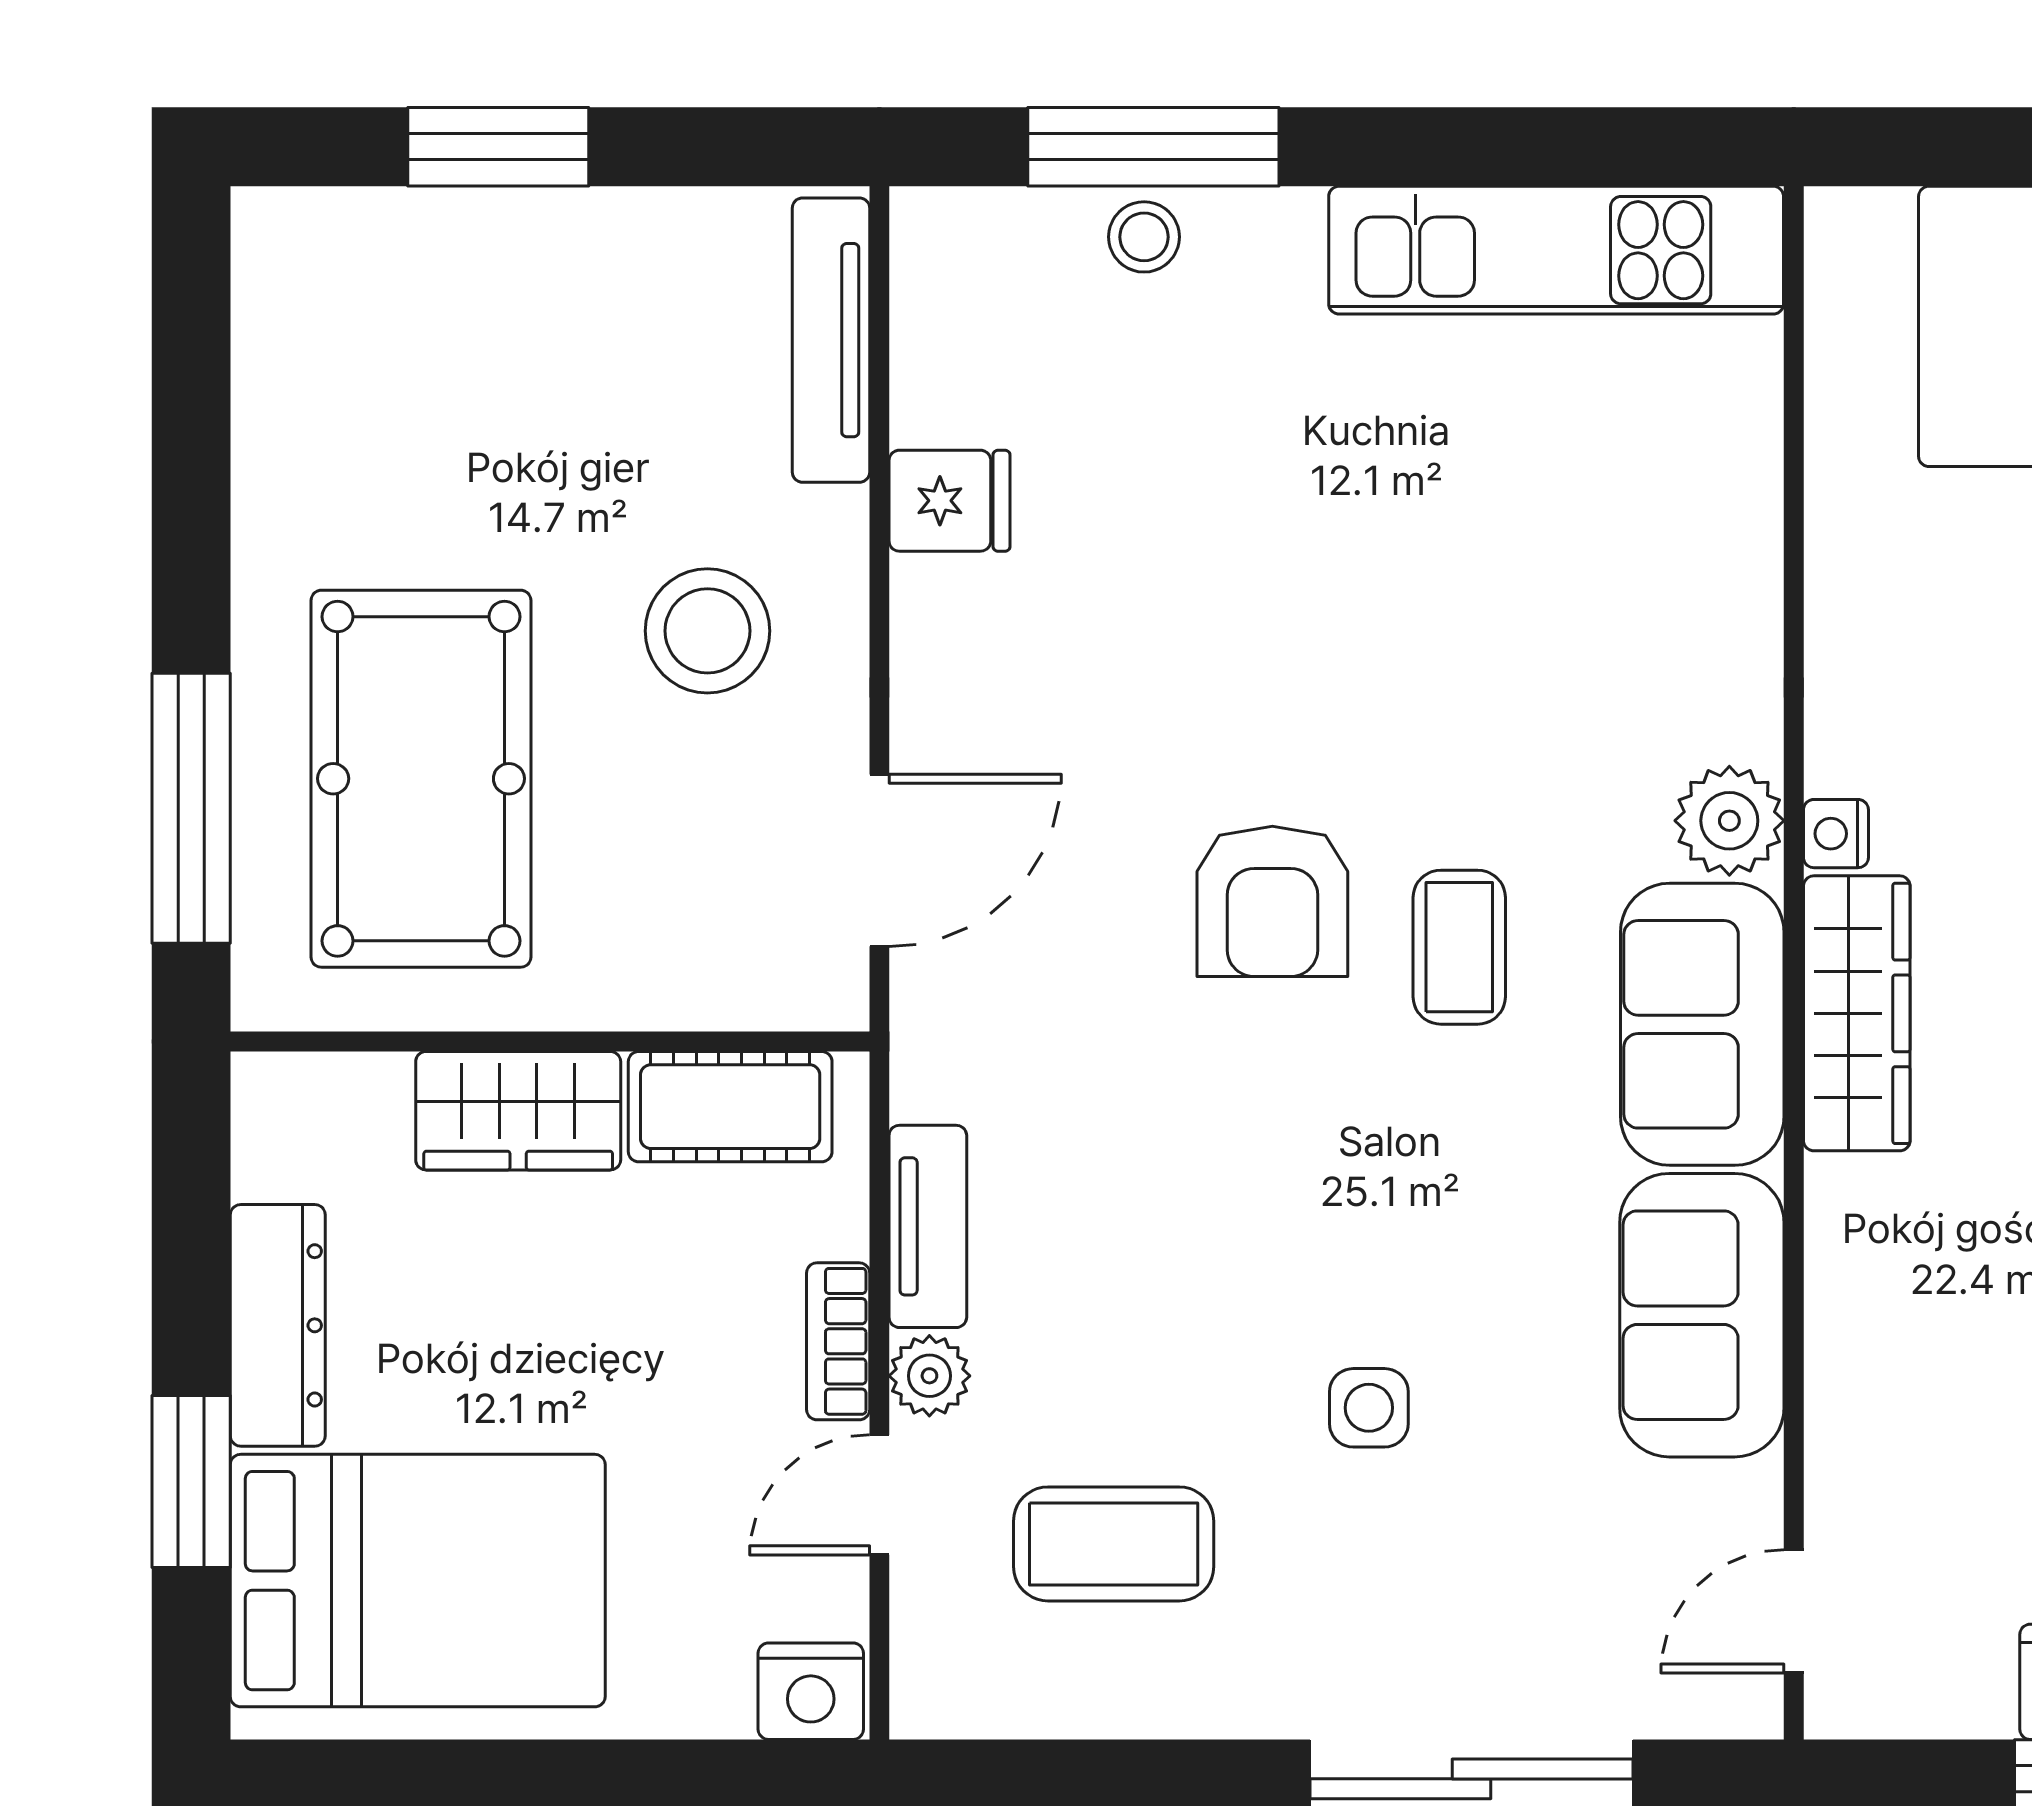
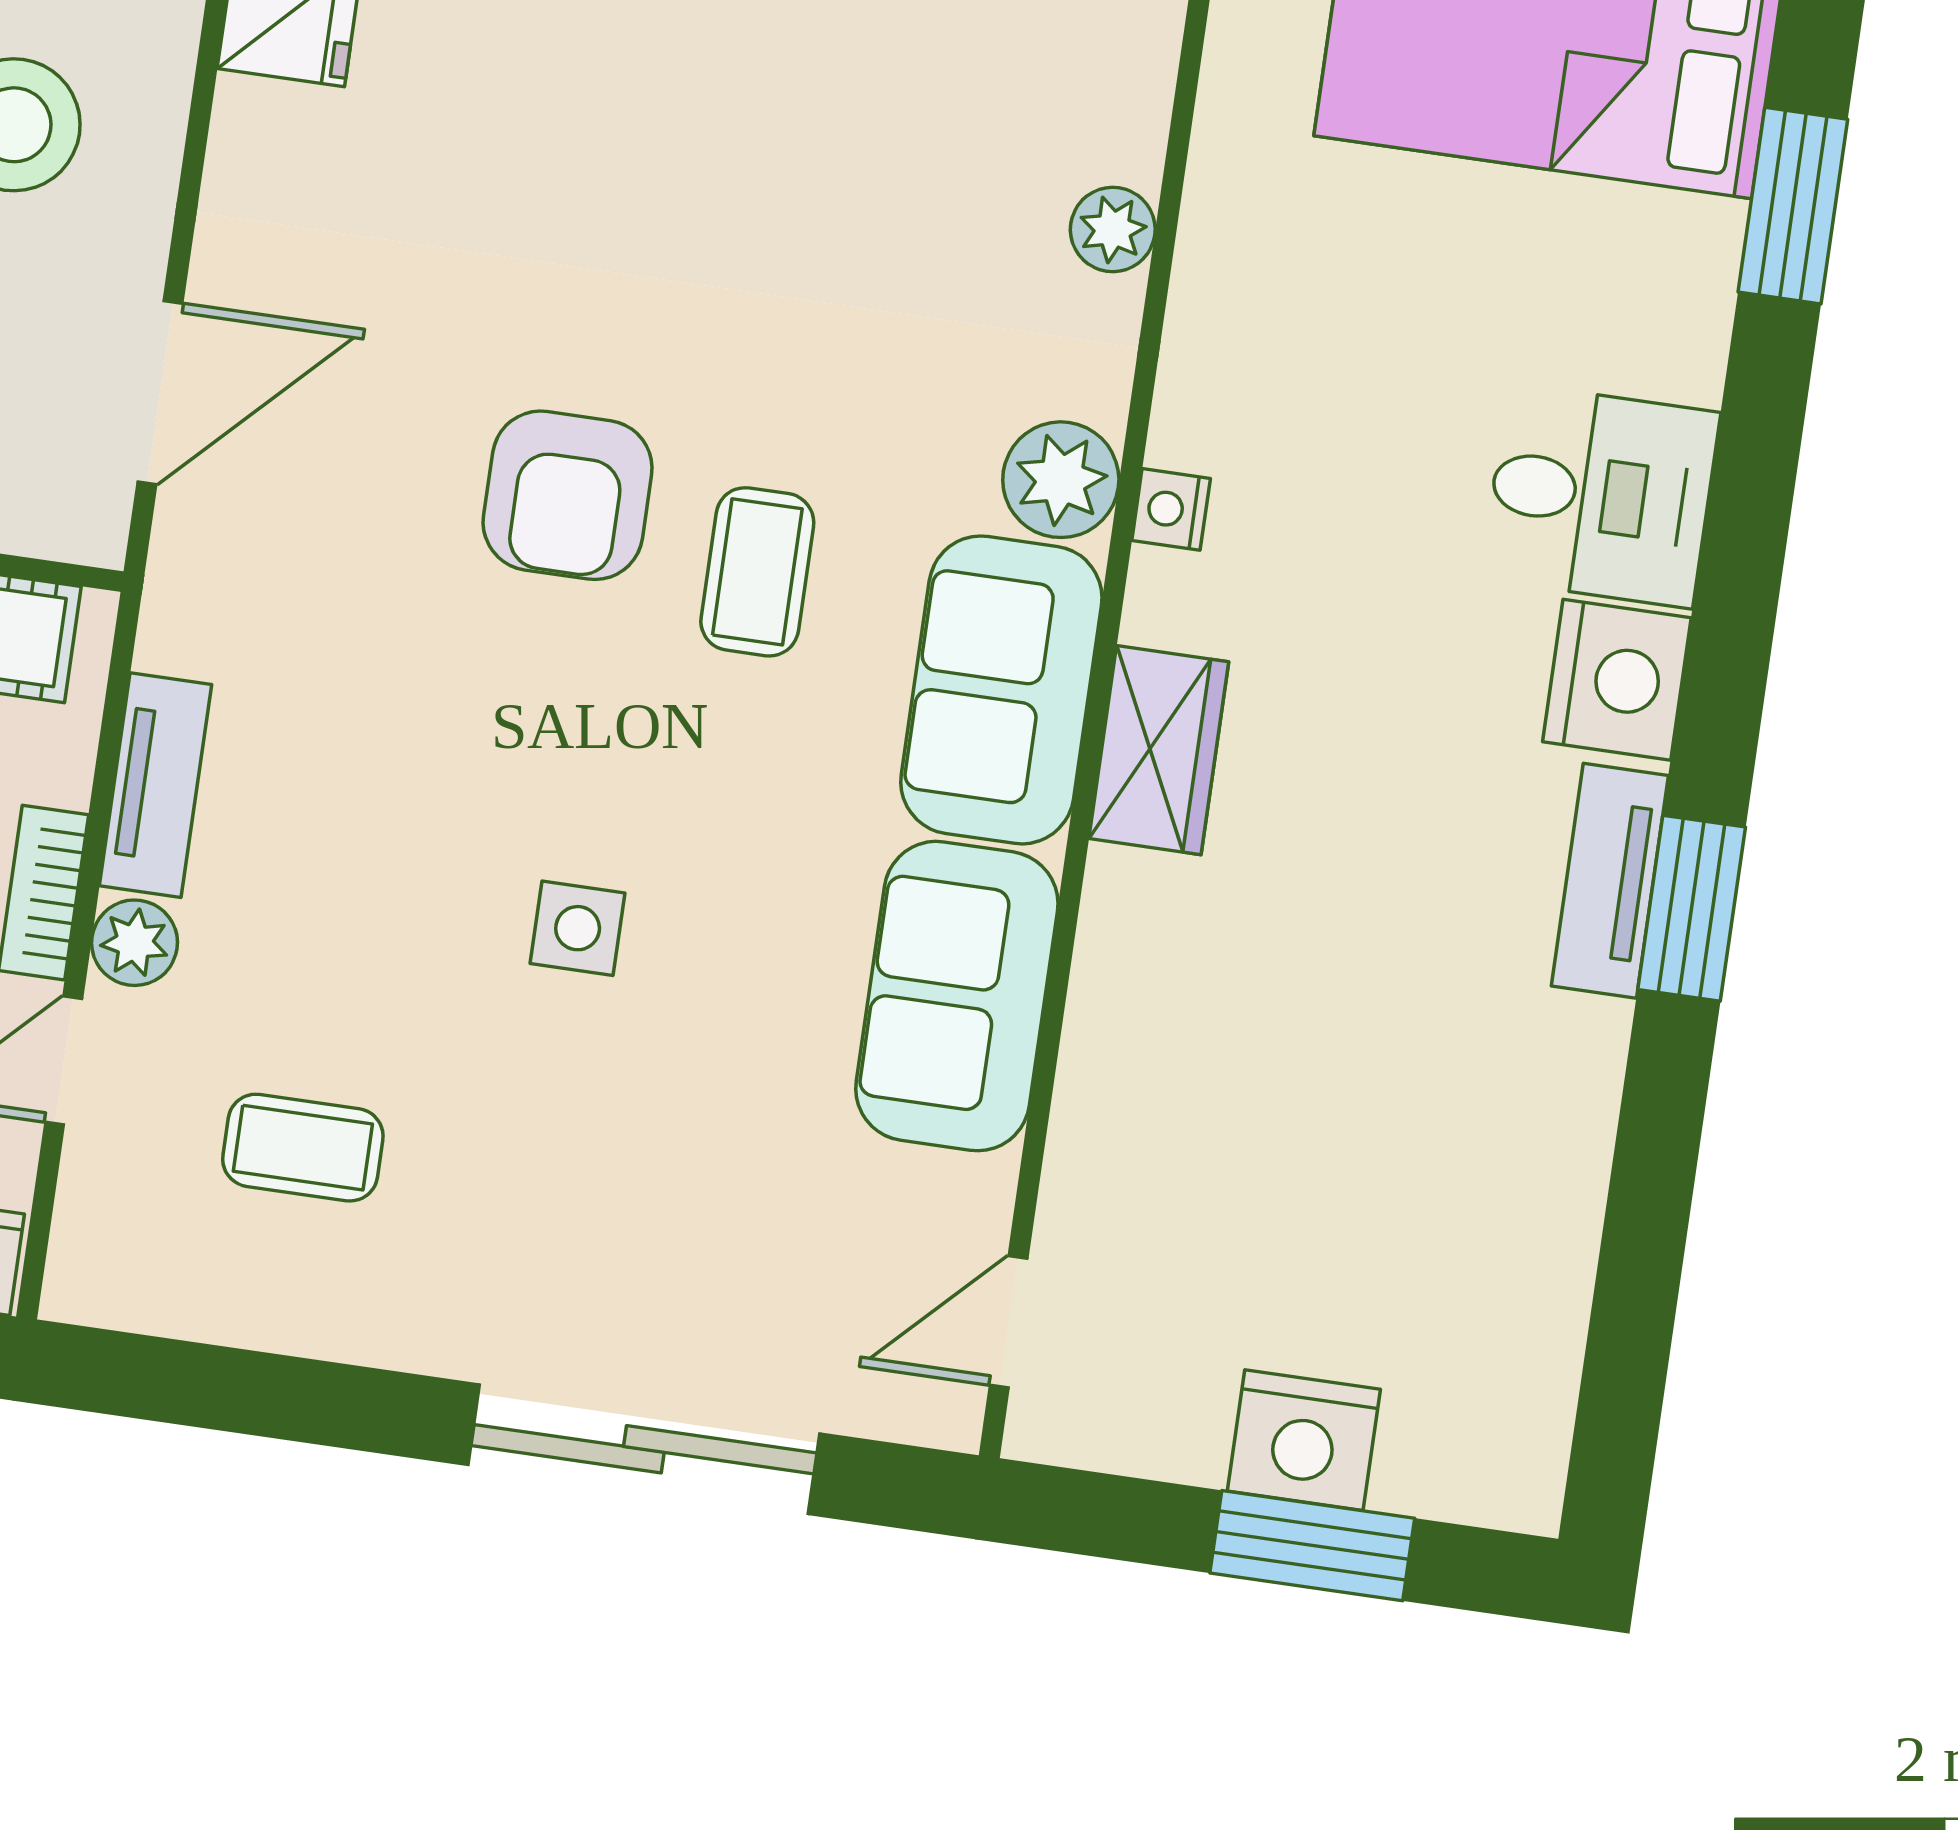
plant: (1744, 581) -> (1113, 229), added
wardrobe: (1857, 1013) -> (1159, 750), width x0.67
side table: (1369, 1408) -> (578, 928), moved
coffee table: (1114, 1544) -> (303, 1148), width x0.73, depth x0.77

